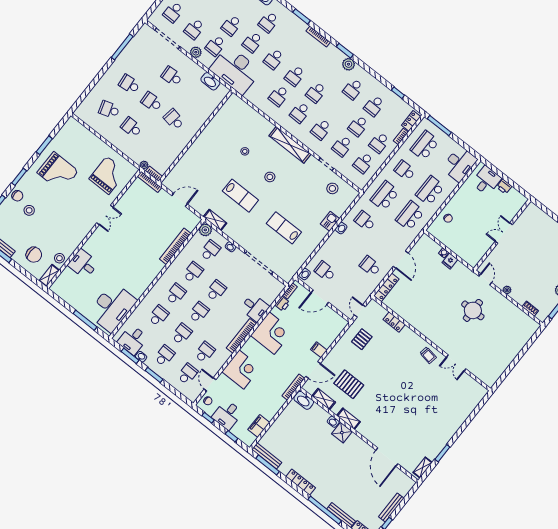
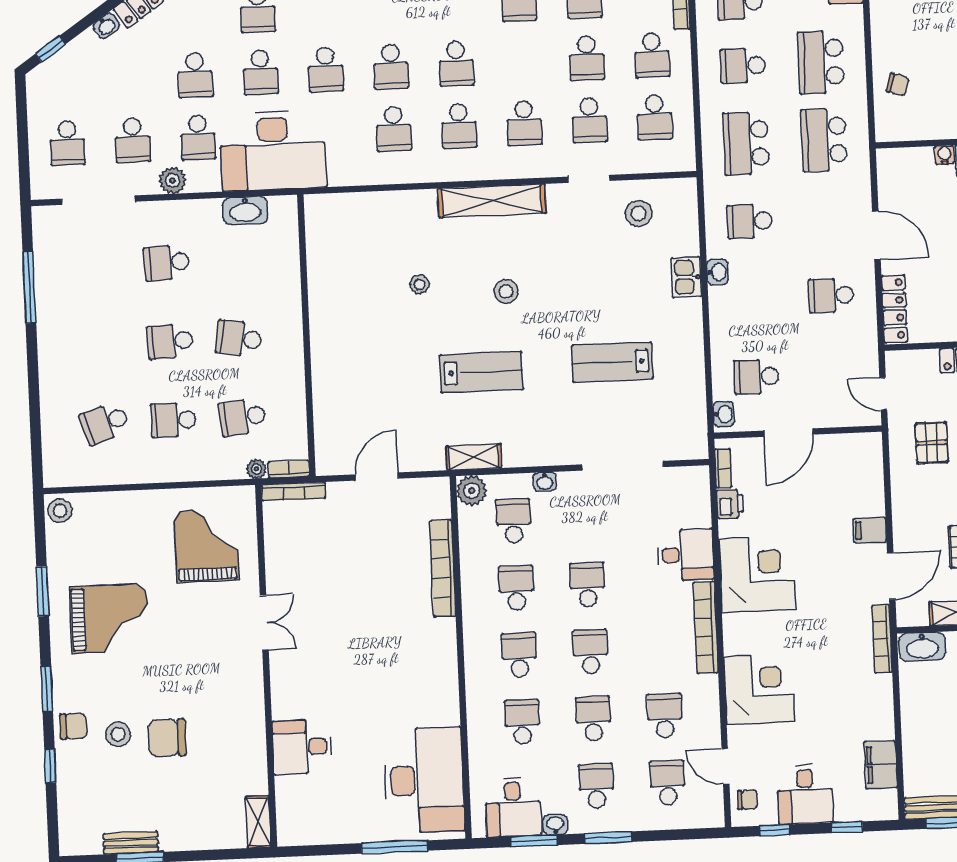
school desk: (129, 84) -> (242, 417), moved
chair: (34, 255) -> (167, 738), moved, turned 180
stool: (59, 258) -> (60, 511), moved

